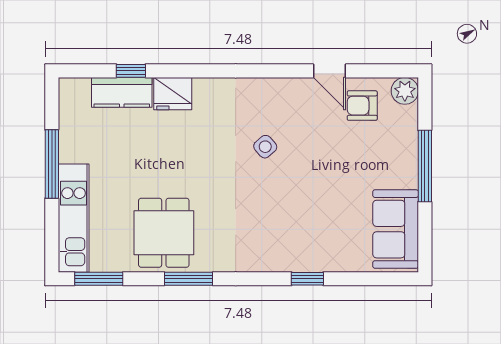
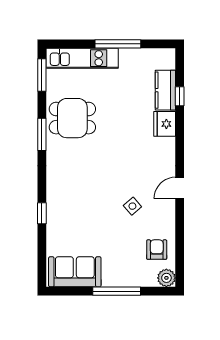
door: (330, 71) -> (180, 188), moved
side table: (265, 147) -> (132, 206), moved

